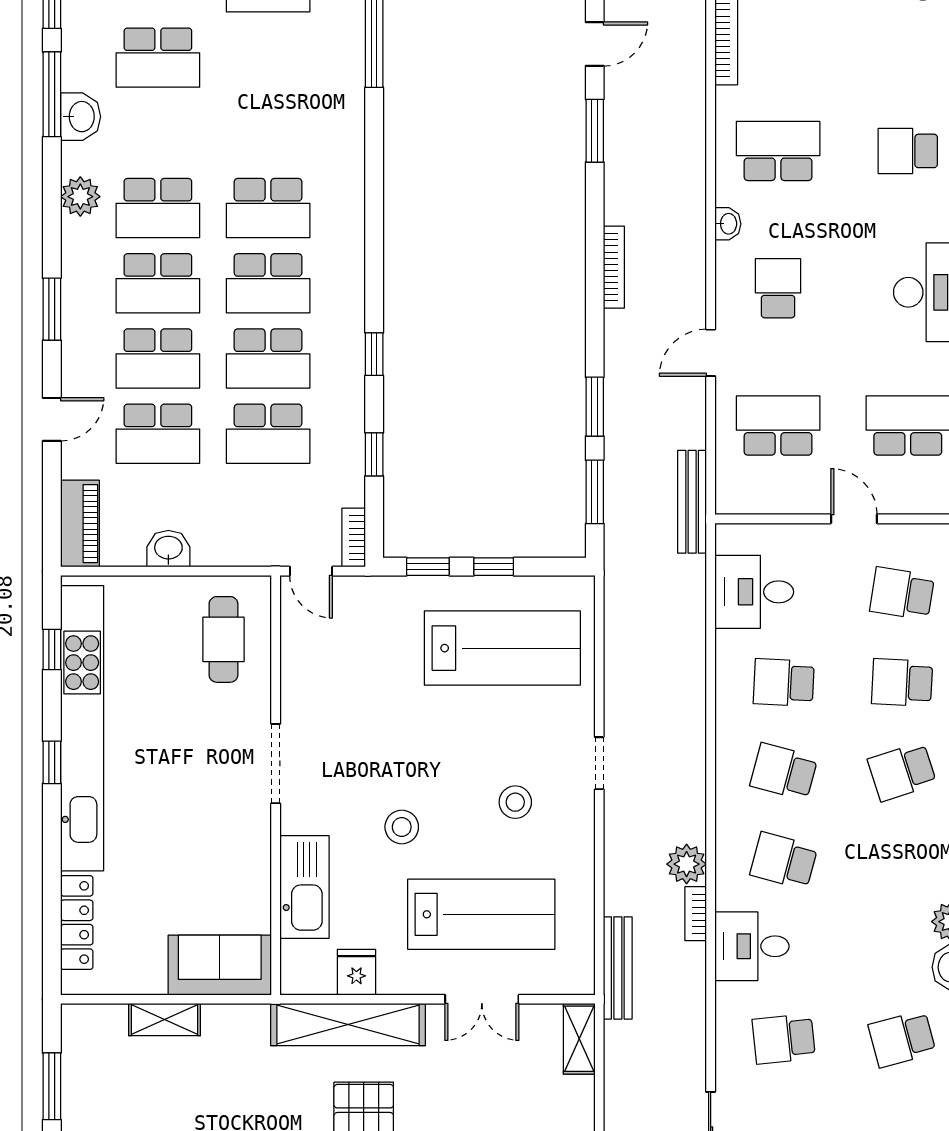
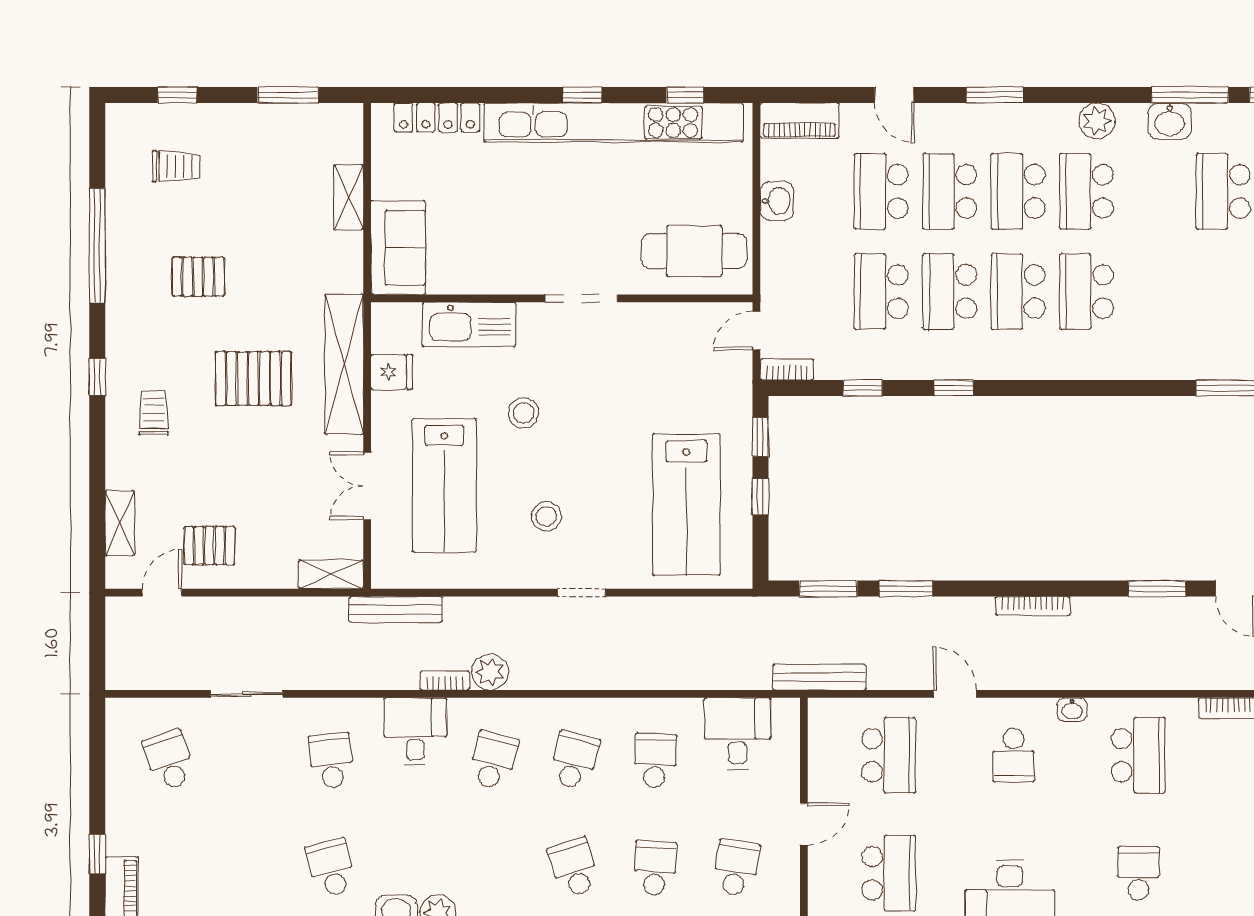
school desk: (778, 288) -> (1014, 755), turned 90
cafe table: (223, 639) -> (694, 251), width x1.37, depth x1.35

